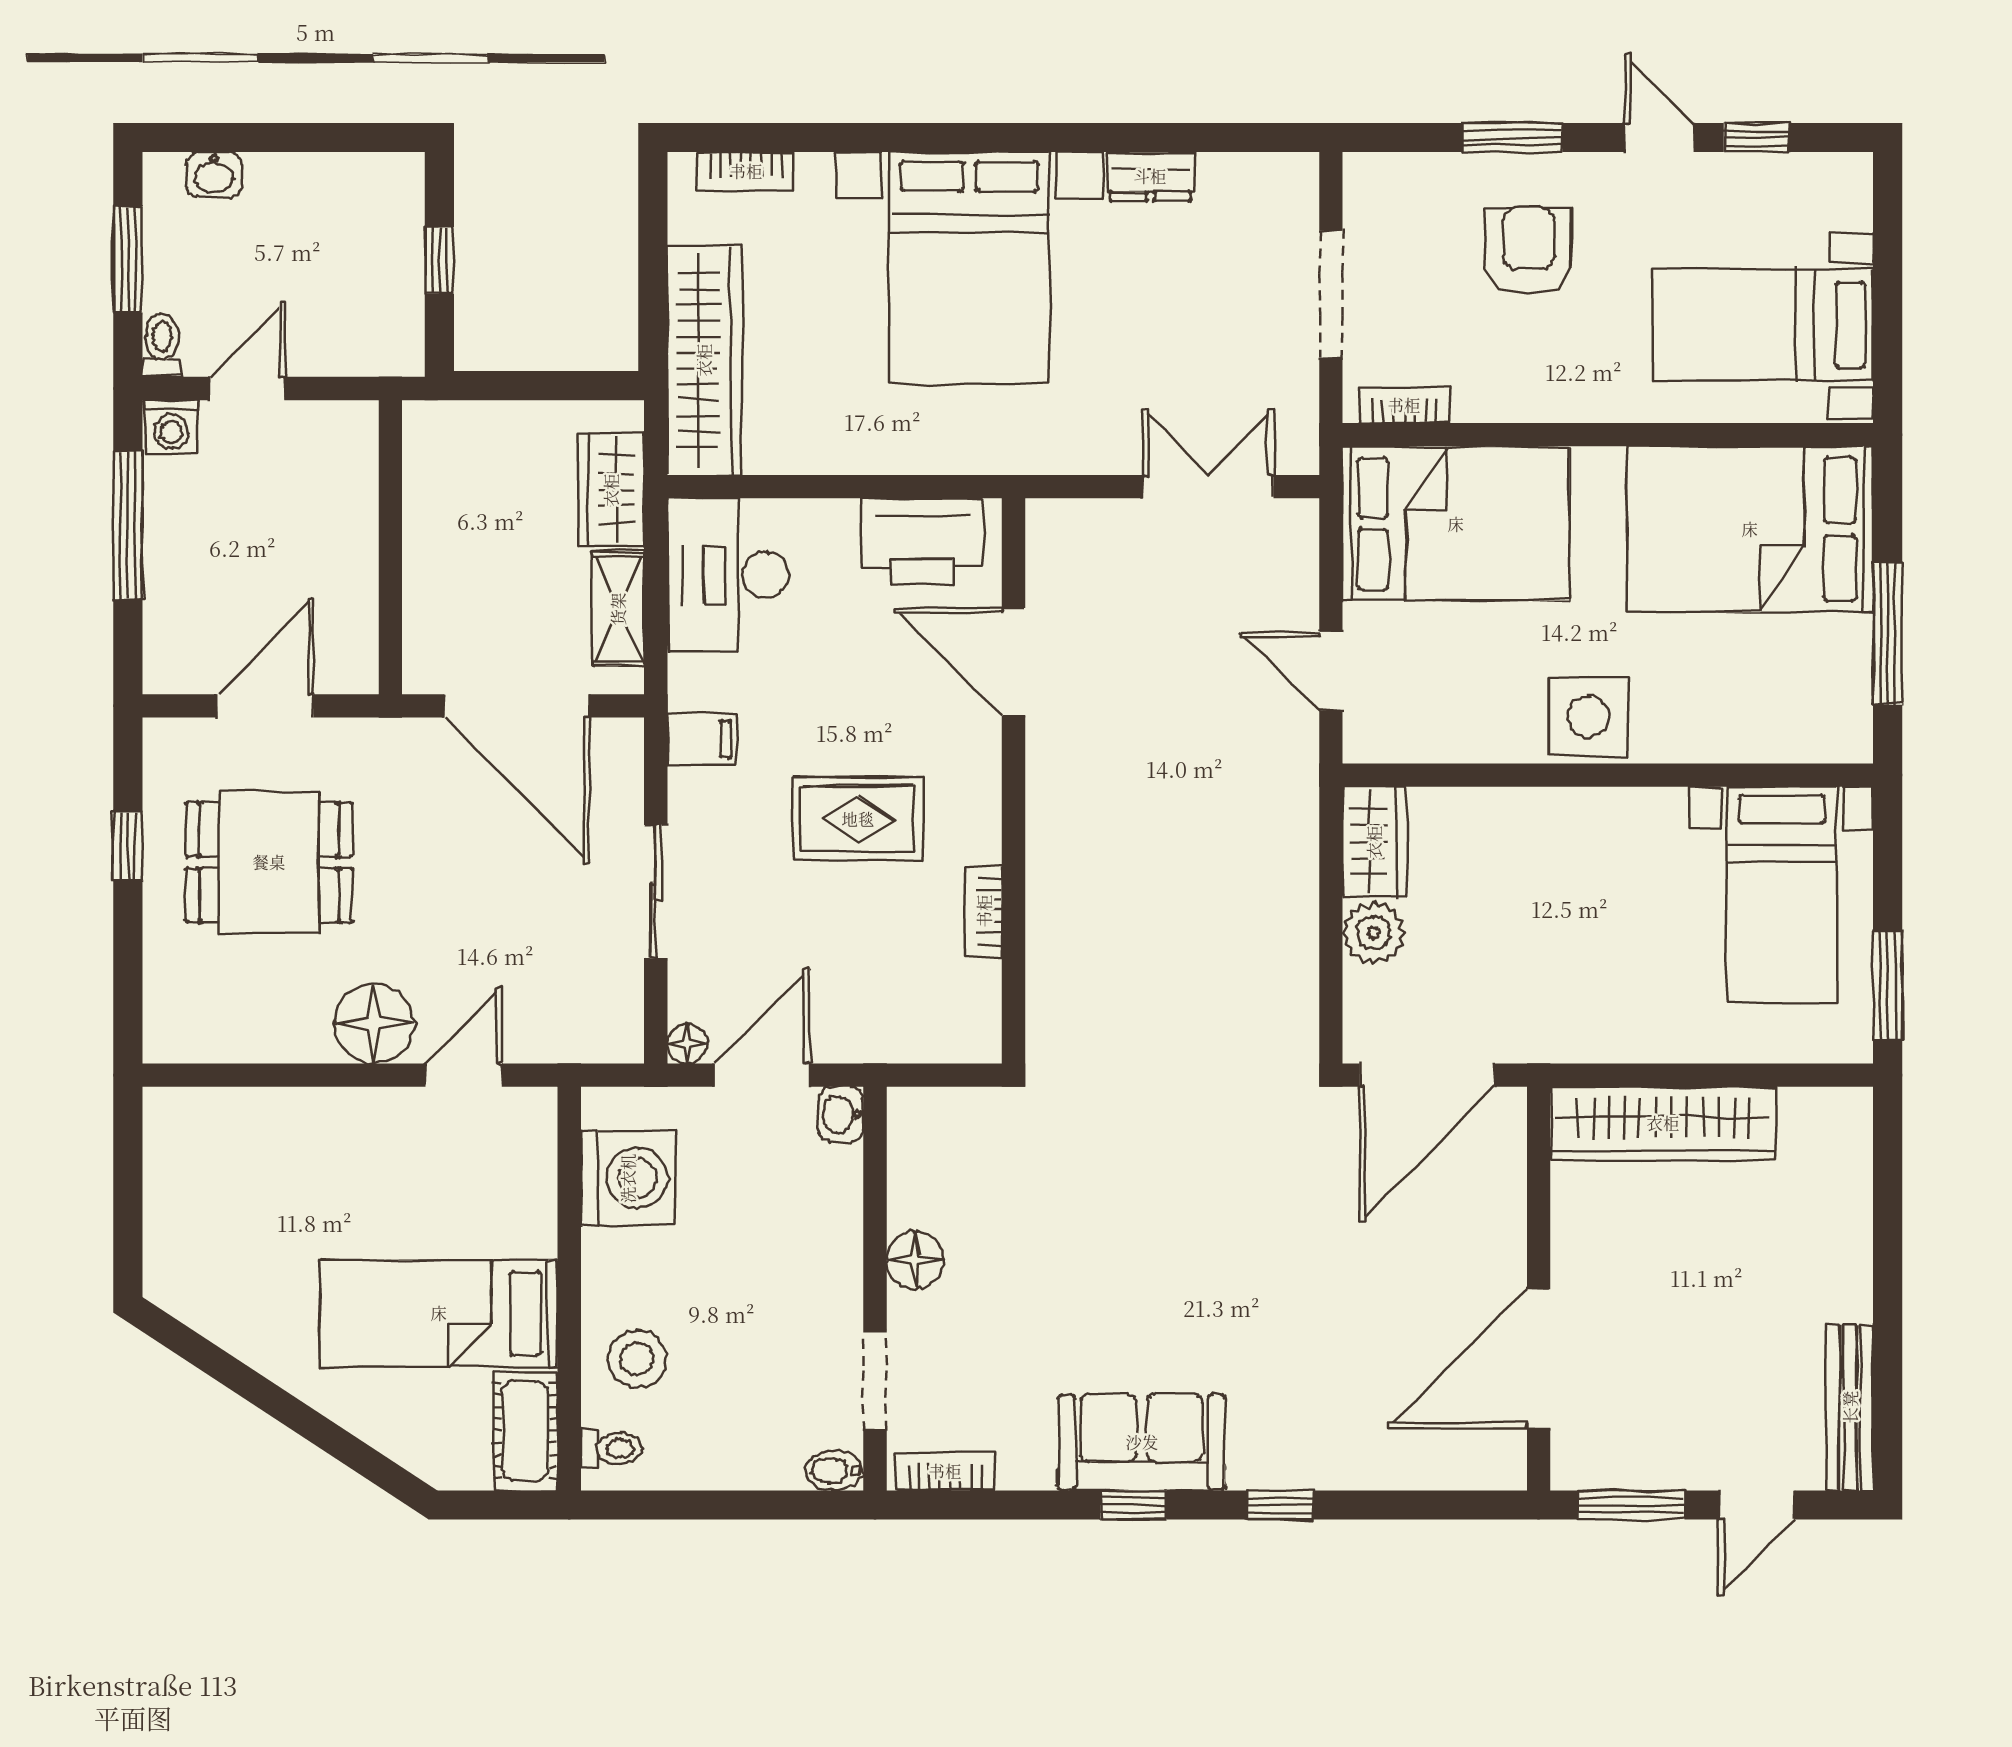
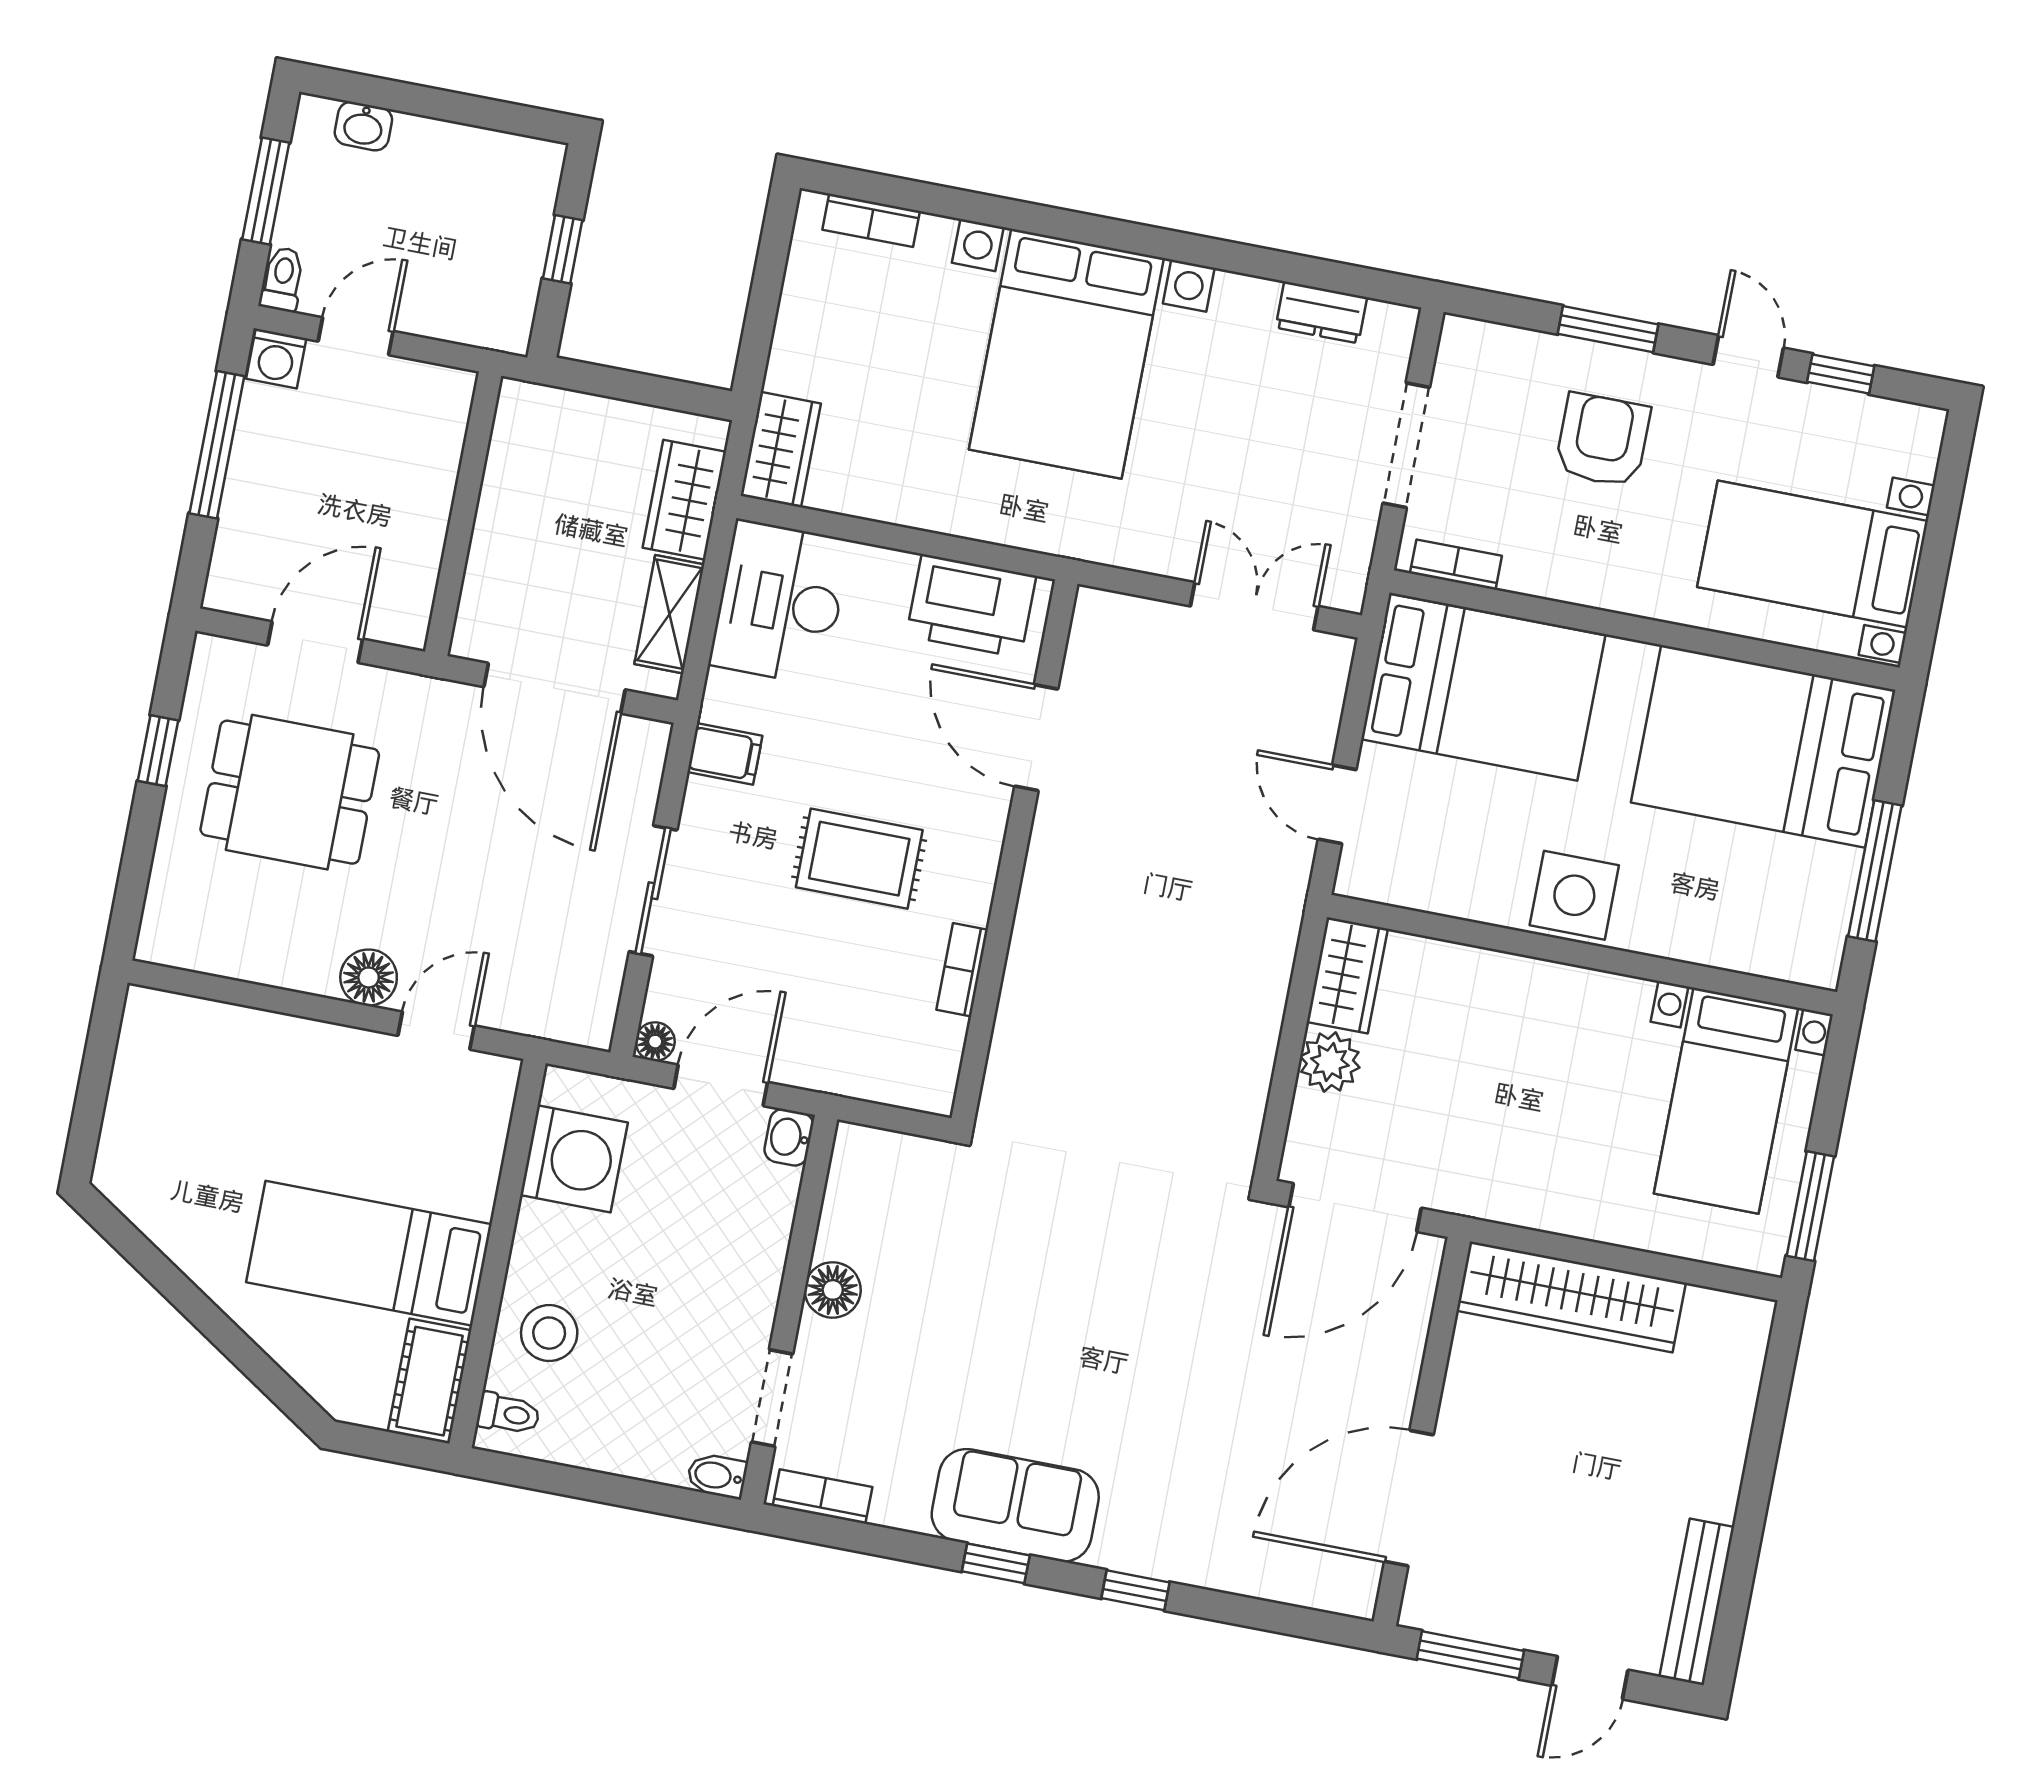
dresser: (1150, 176) -> (1321, 312), moved
wardrobe: (704, 360) -> (781, 450), width x0.48, depth x0.85
floor lamp: (374, 1024) -> (369, 977), width x0.73, depth x0.73

